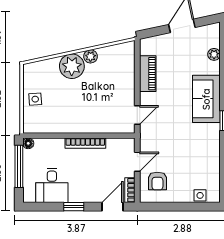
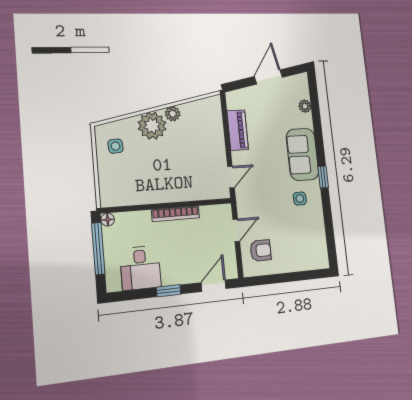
side table: (35, 99) -> (115, 146), moved
armchair: (157, 181) -> (261, 250), turned -90
bookcase: (130, 190) -> (231, 264), removed
side table: (200, 195) -> (300, 199), moved

